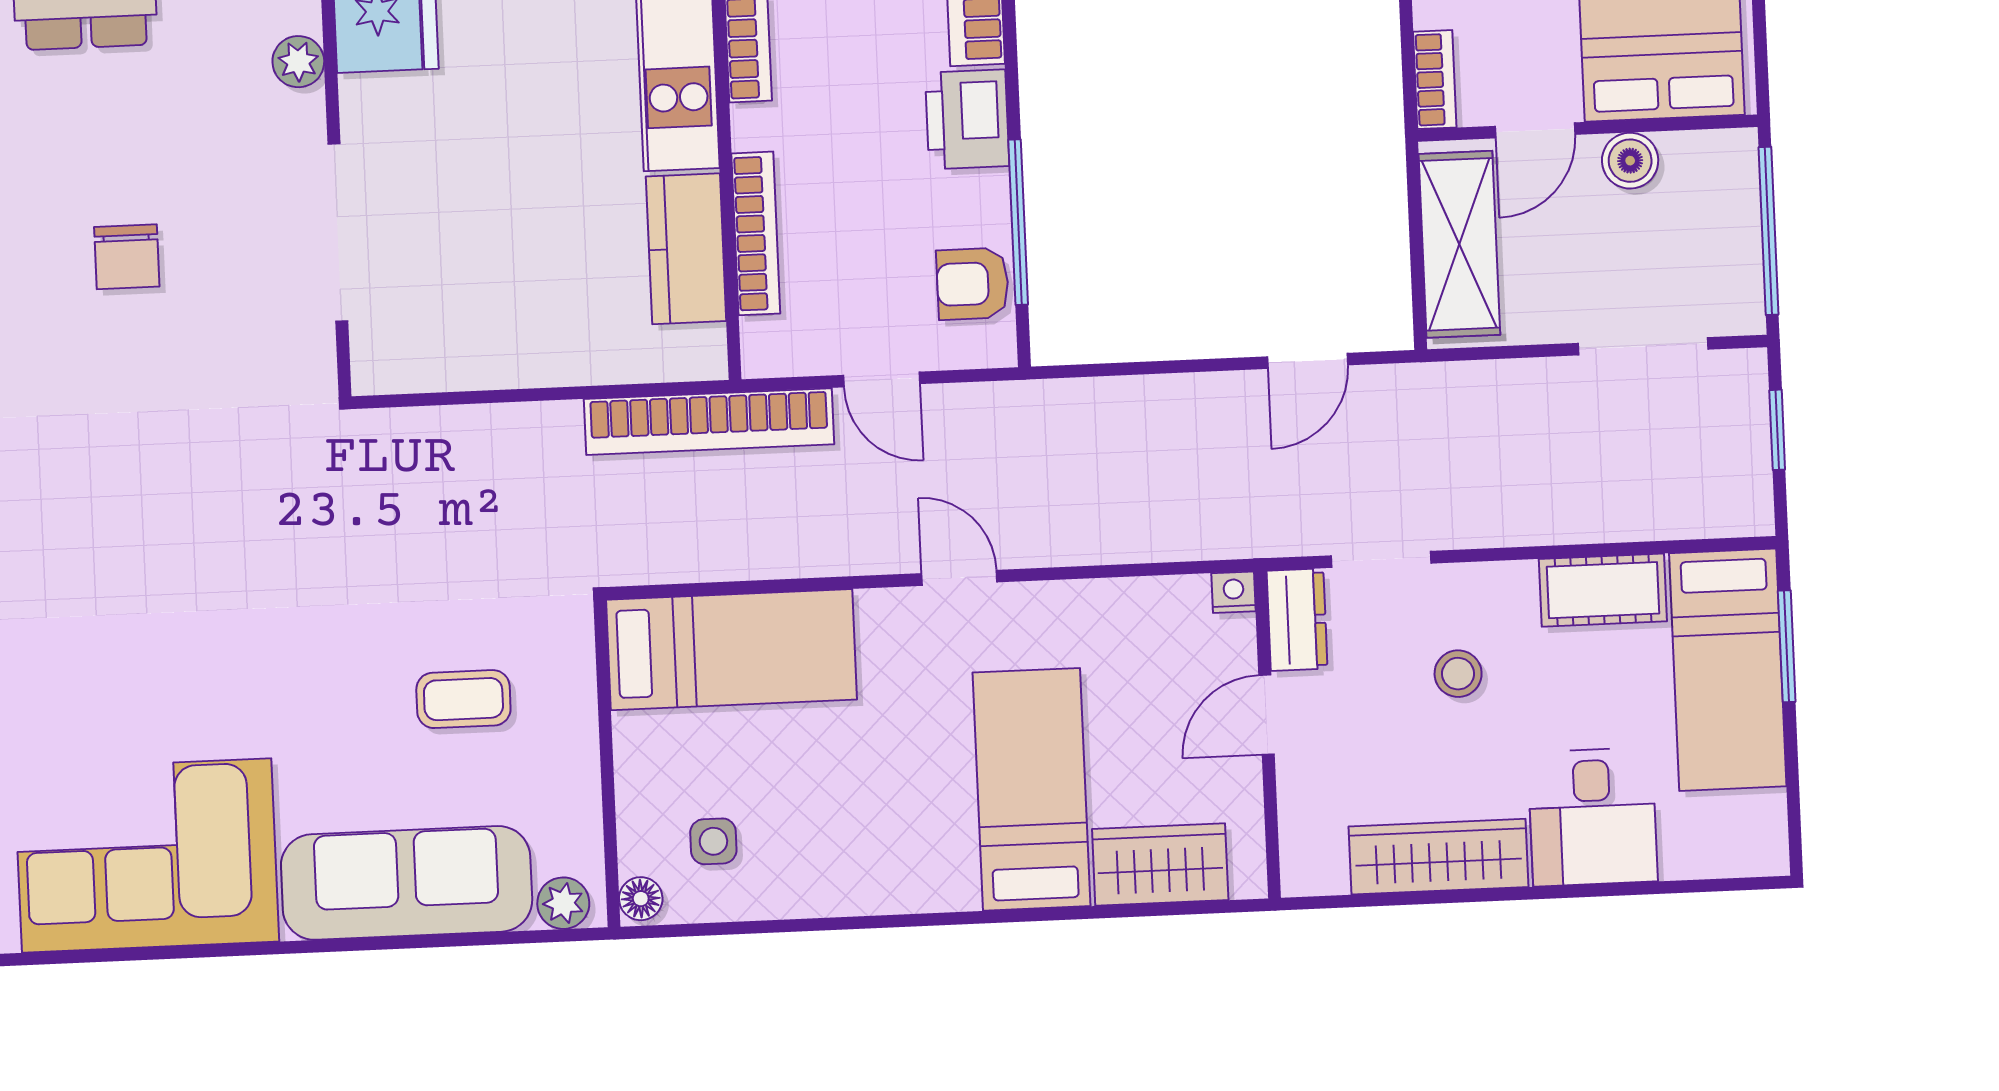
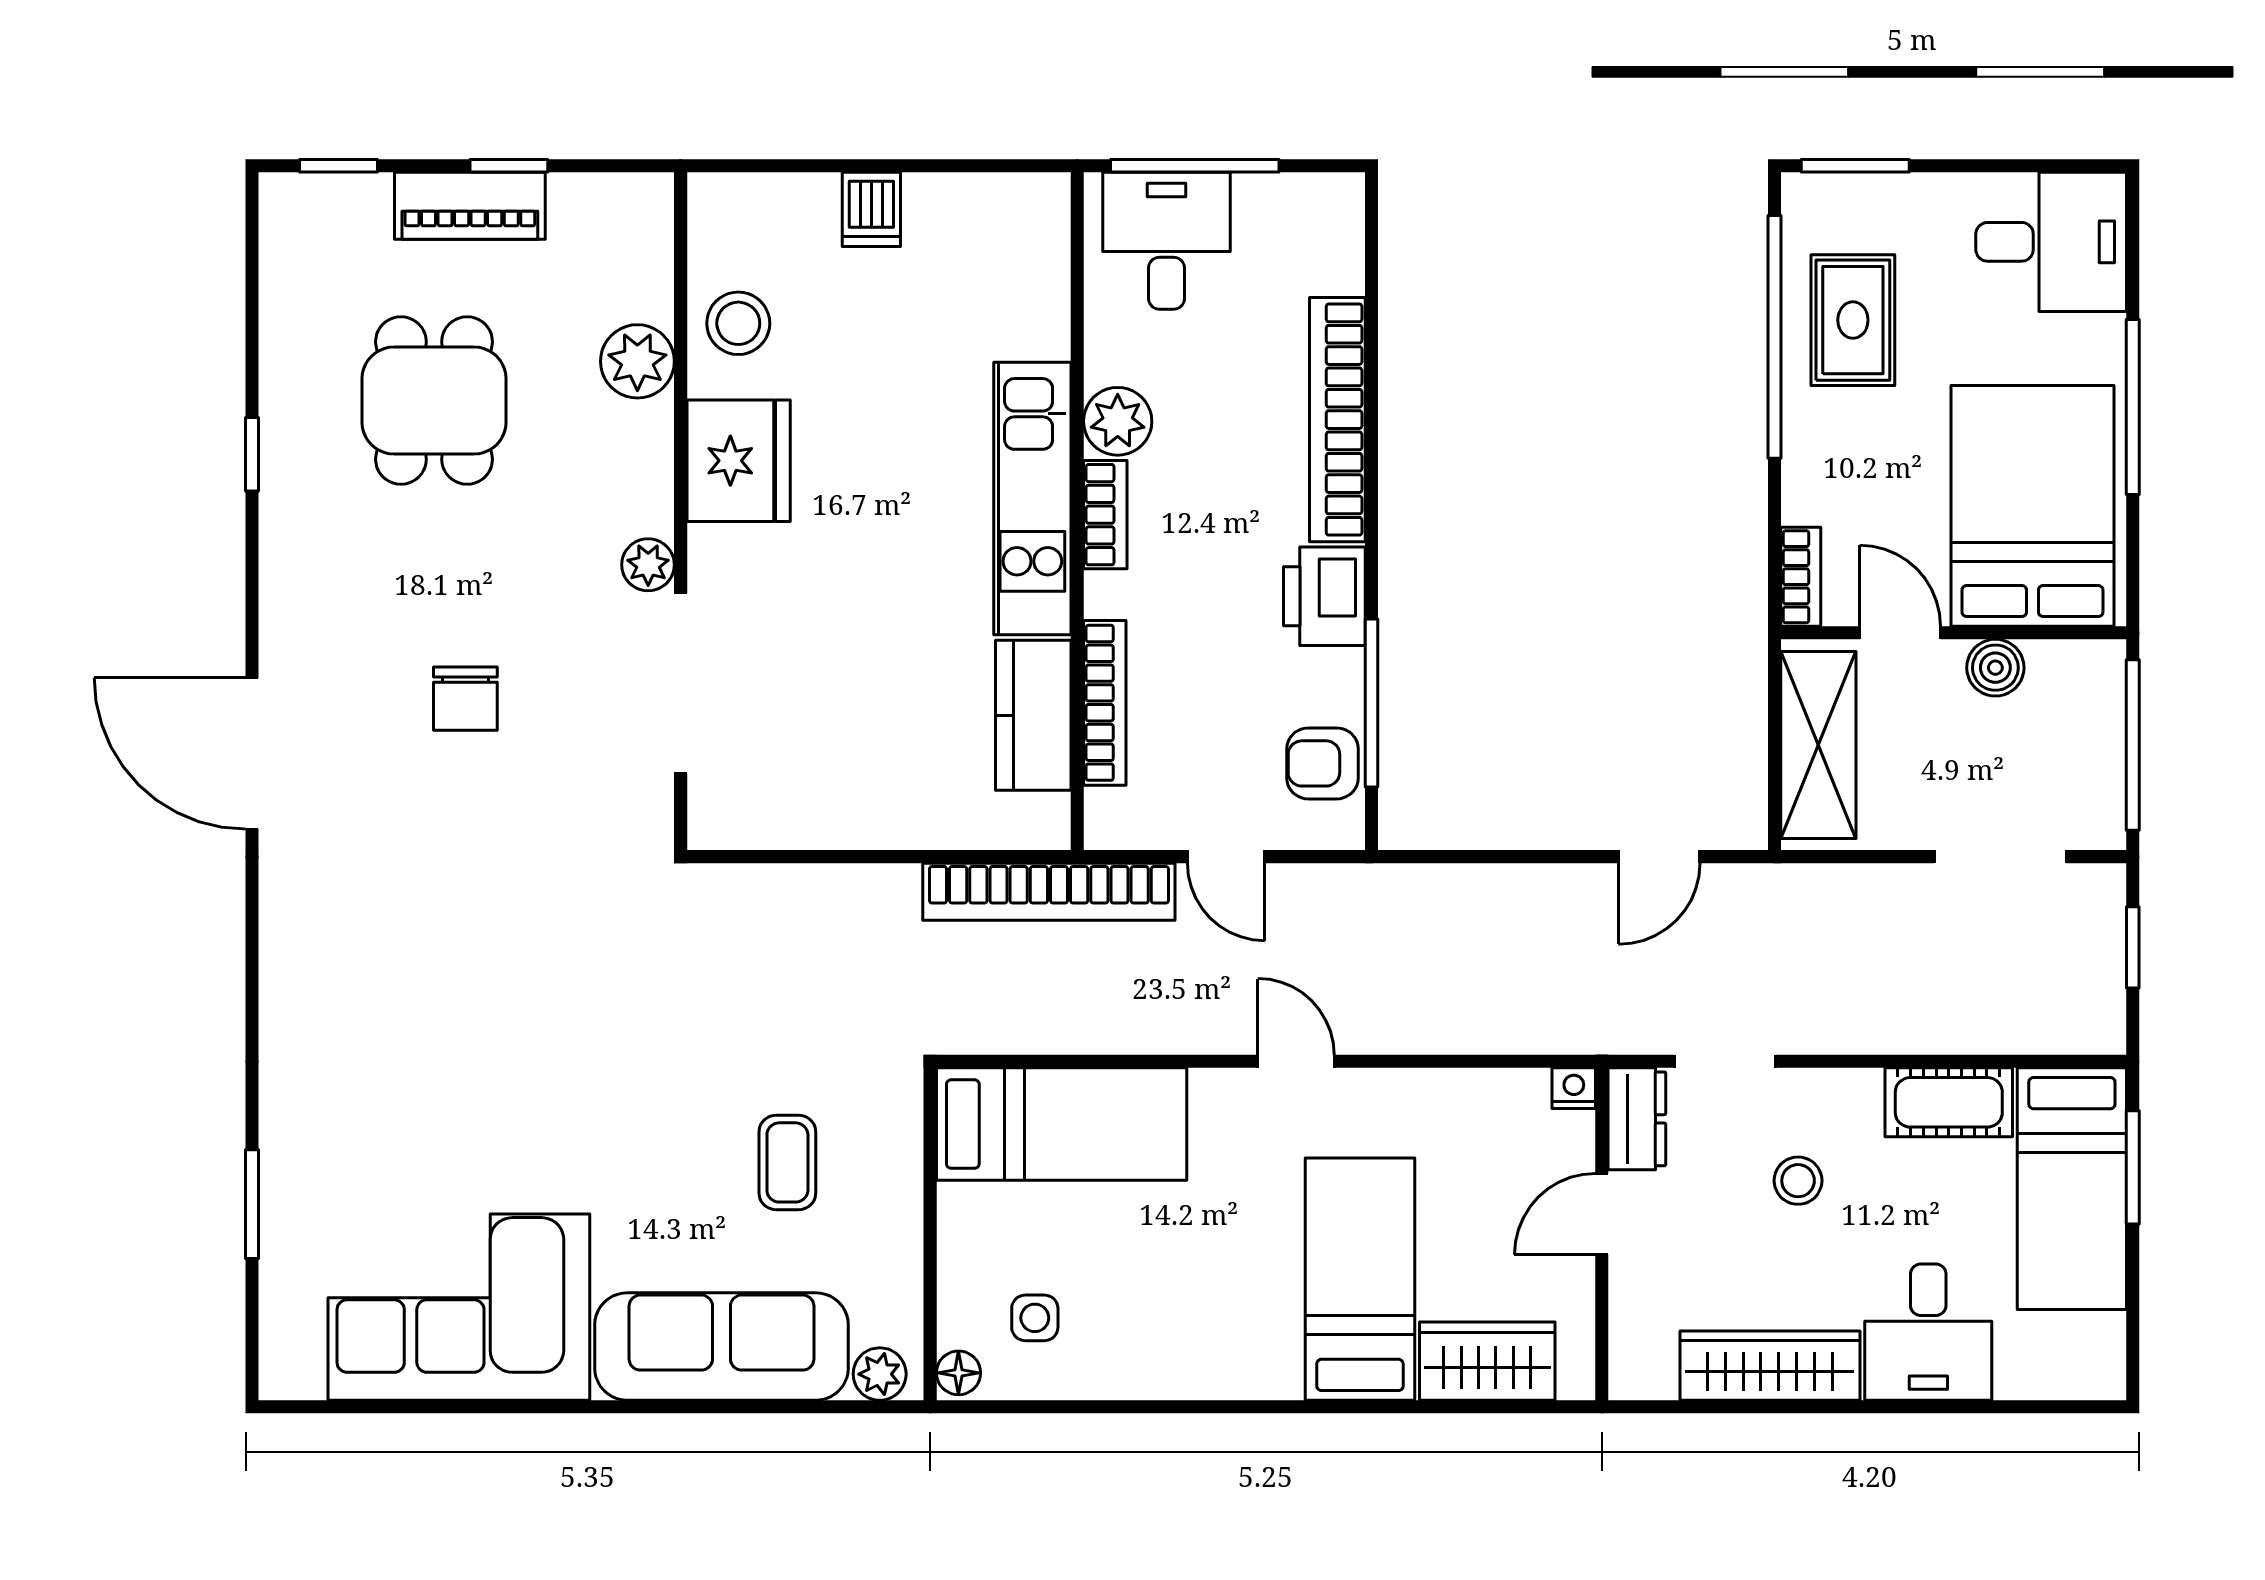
plant: (298, 62) -> (648, 565), moved
door: (1535, 130) -> (1900, 633), swing flipped
coffee table: (463, 699) -> (787, 1162), turned 90

